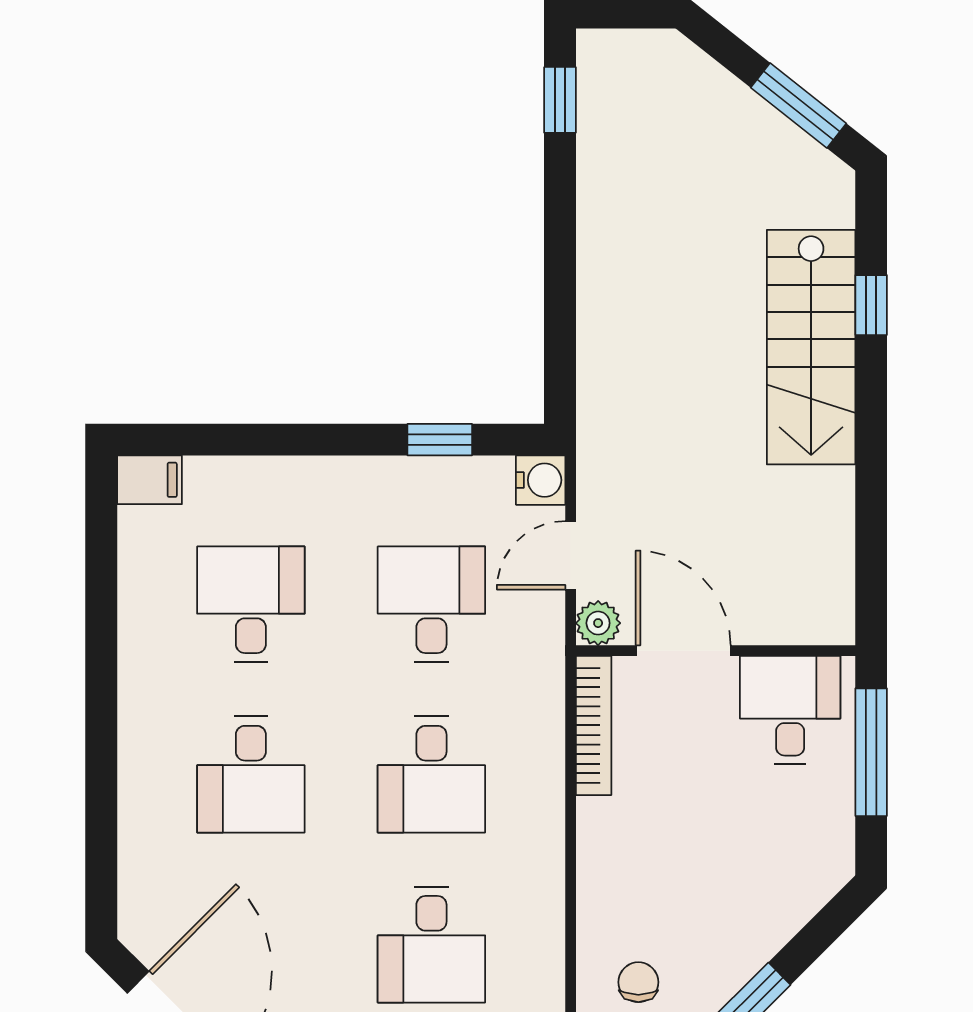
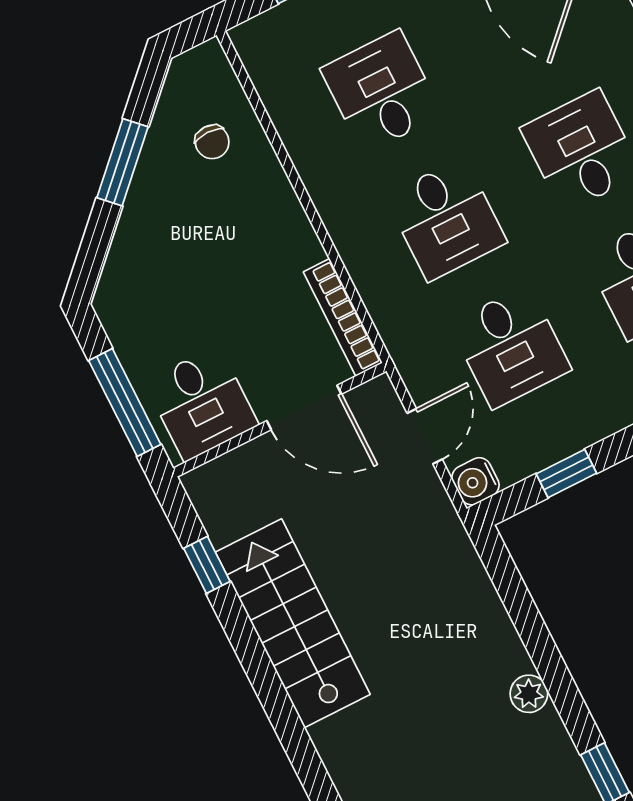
window: (871, 305) -> (207, 565), moved
stairs: (811, 347) -> (293, 623), moved
plant: (598, 623) -> (529, 694), moved
desk: (431, 774) -> (446, 219), turned 180

